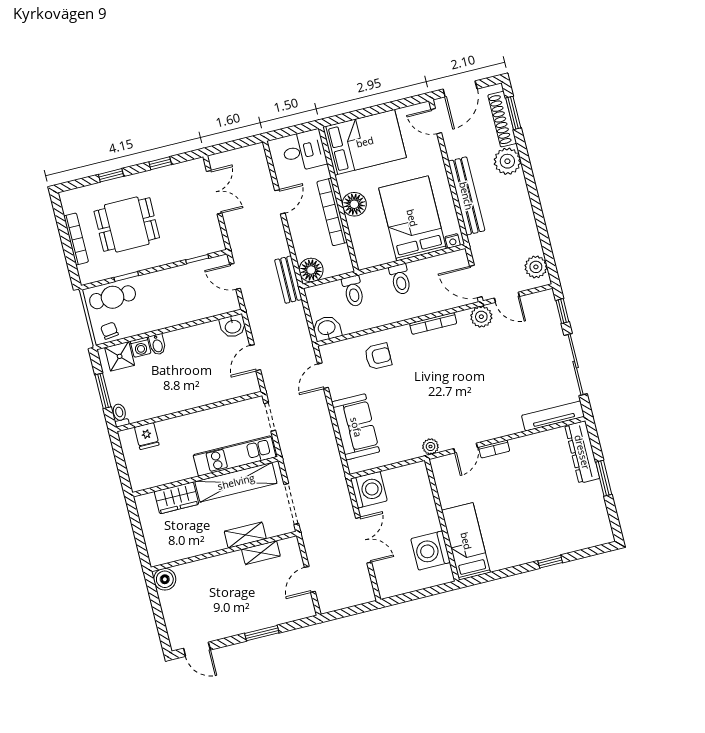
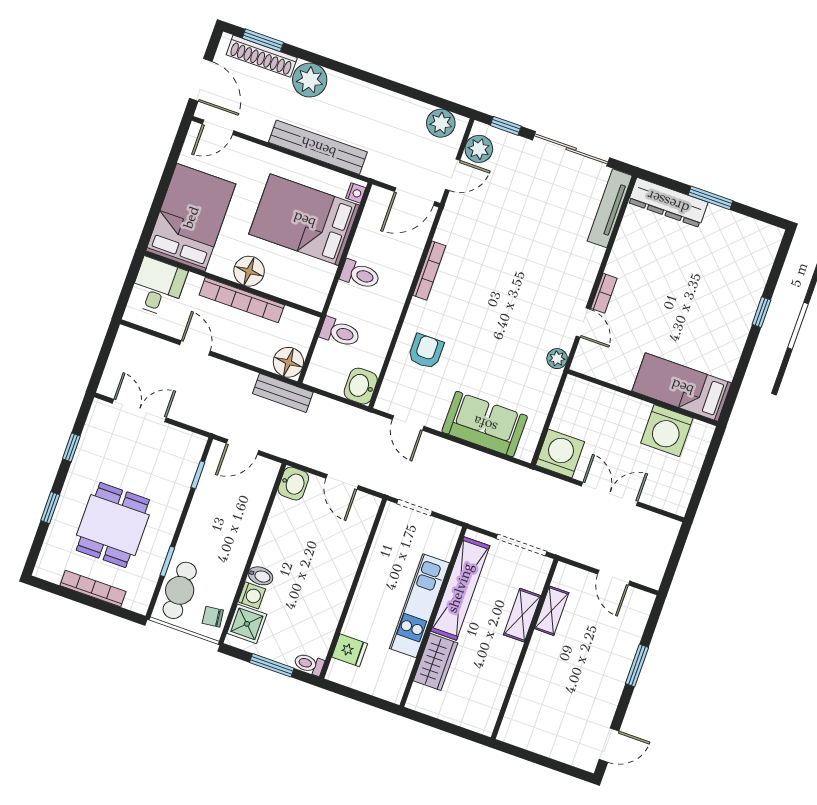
plant: (481, 317) -> (479, 149), moved
kitchen unit: (235, 456) -> (419, 606), moved
boiler: (165, 579) -> (513, 731), removed

